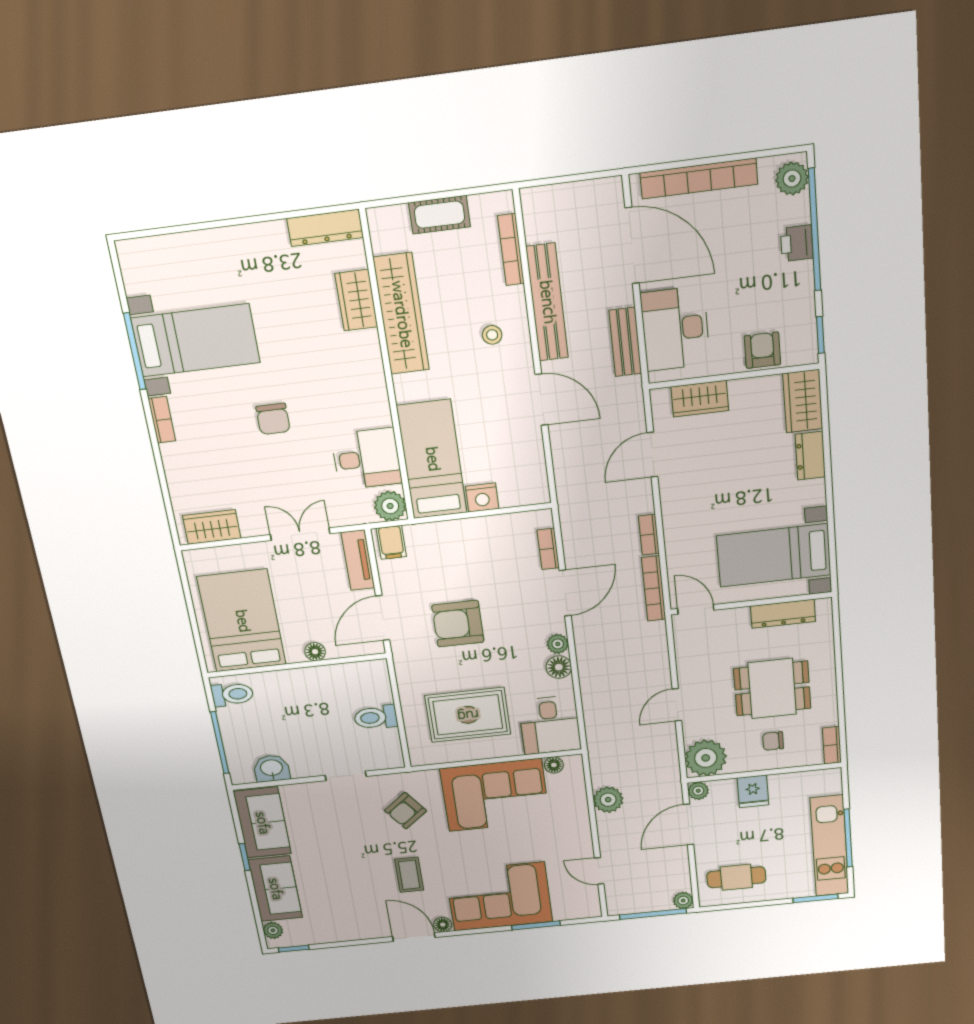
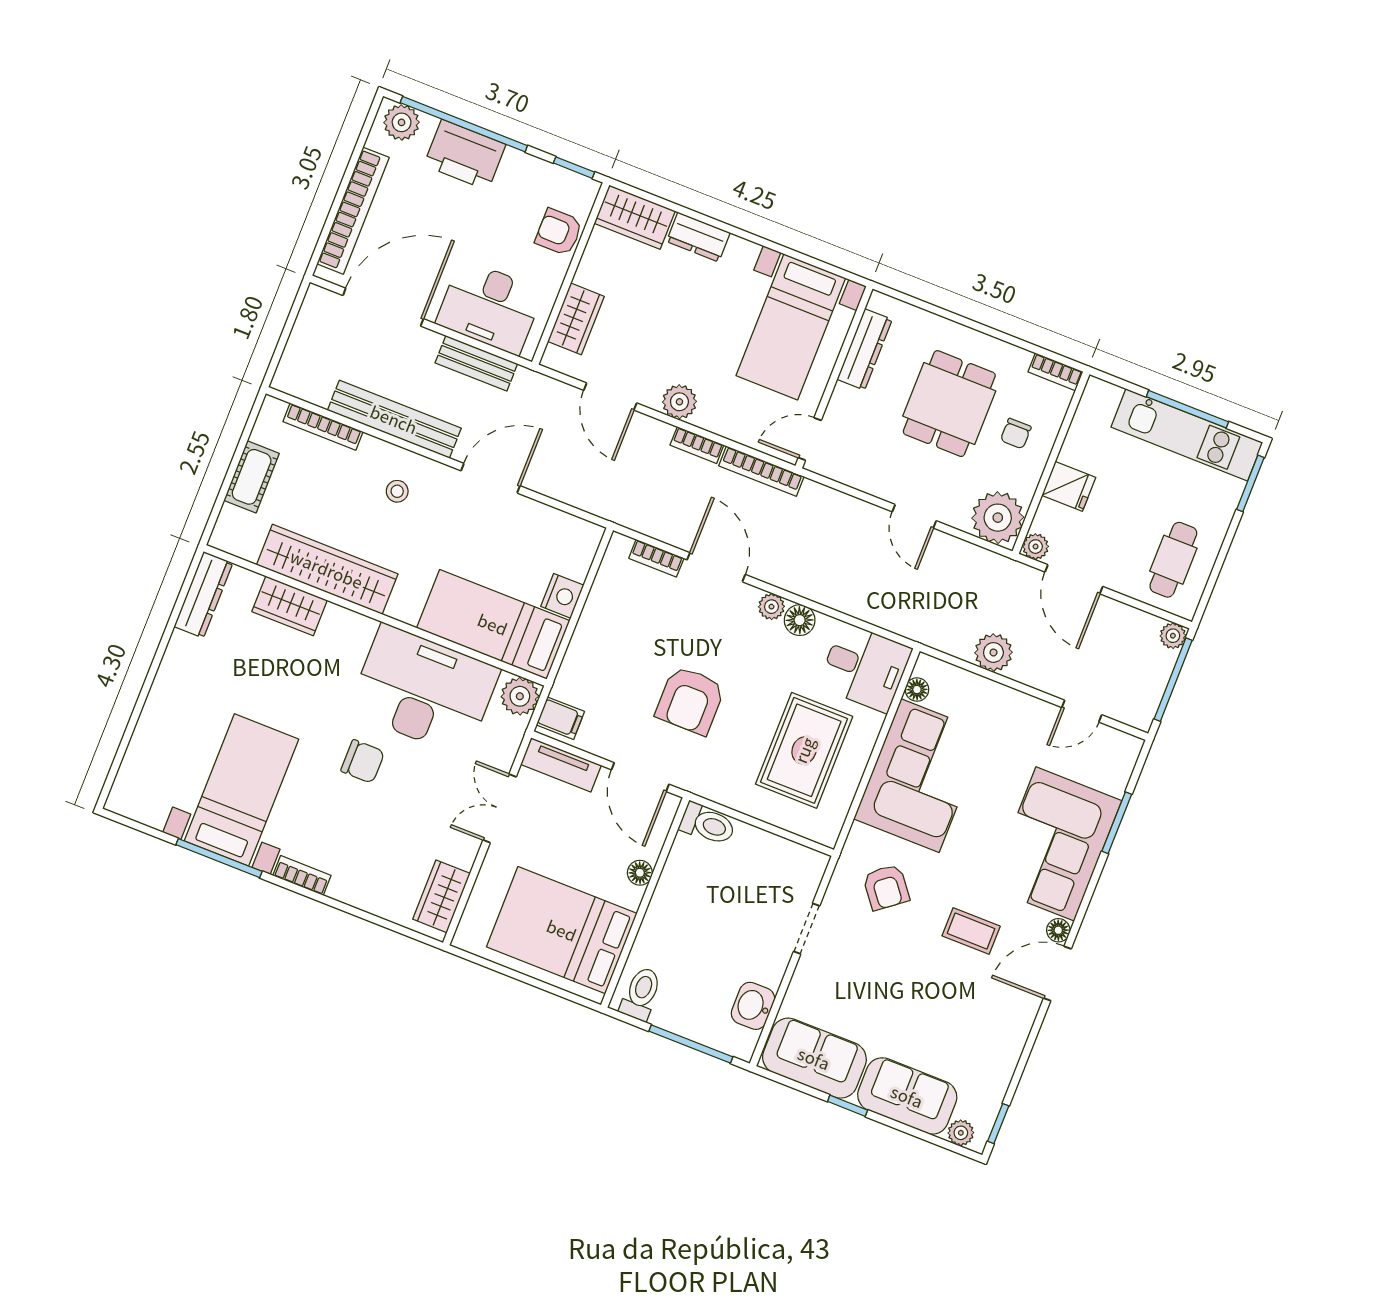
printer: (797, 243) -> (465, 155), width x1.87, depth x1.48
desk: (367, 459) -> (424, 690), width x1.87, depth x1.30
plant: (675, 506) -> (679, 402), added
toilet: (376, 717) -> (708, 824), moved, turned -90

